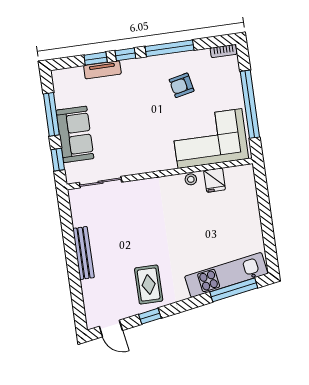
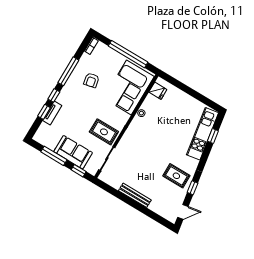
rug: (131, 152) -> (104, 132), added
fridge: (215, 180) -> (158, 91), moved
window: (234, 290) -> (213, 136), width x0.46

